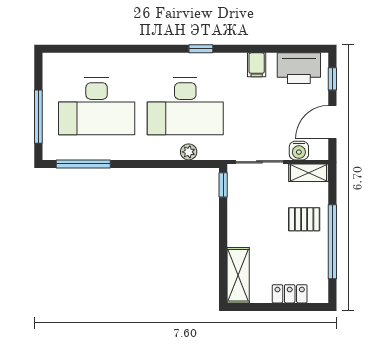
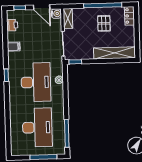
printer: (299, 68) -> (12, 25), width x0.53, depth x0.68
water cooler: (299, 151) -> (56, 14), moved
pallet: (304, 219) -> (104, 23), moved
shelving: (238, 275) -> (115, 53), width x1.47
locker: (290, 294) -> (129, 16), moved

